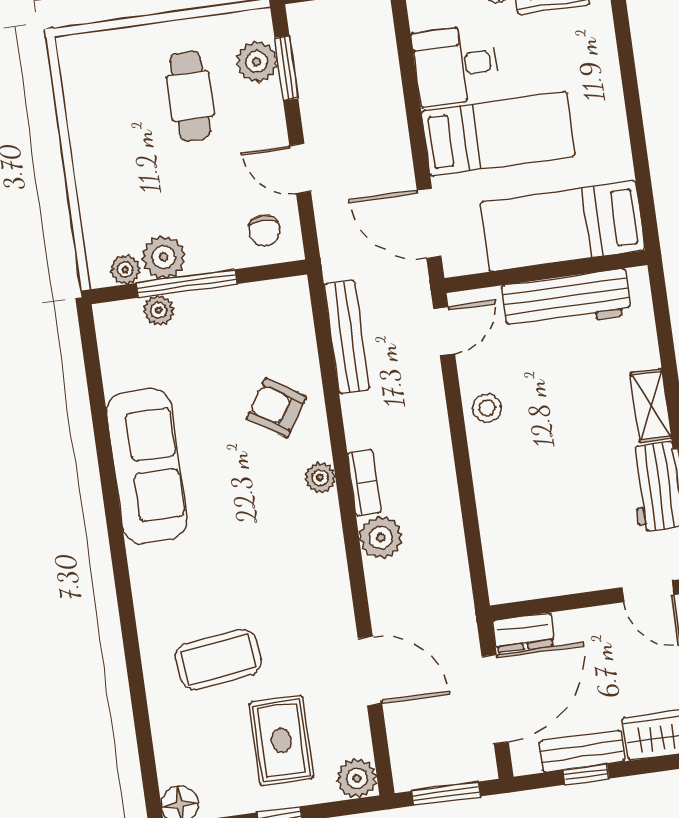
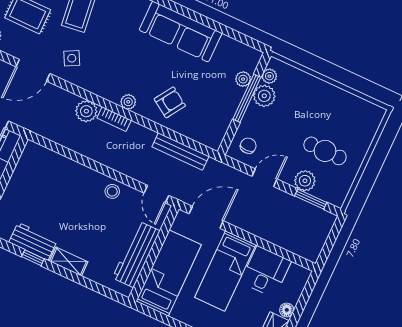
plant: (257, 62) -> (305, 181), moved
chair: (264, 230) -> (248, 146), turned 90
side table: (308, 619) -> (72, 58), added

